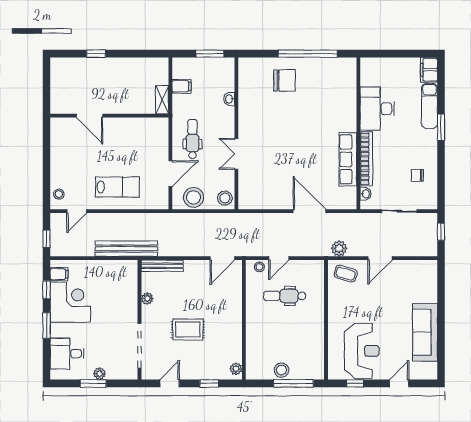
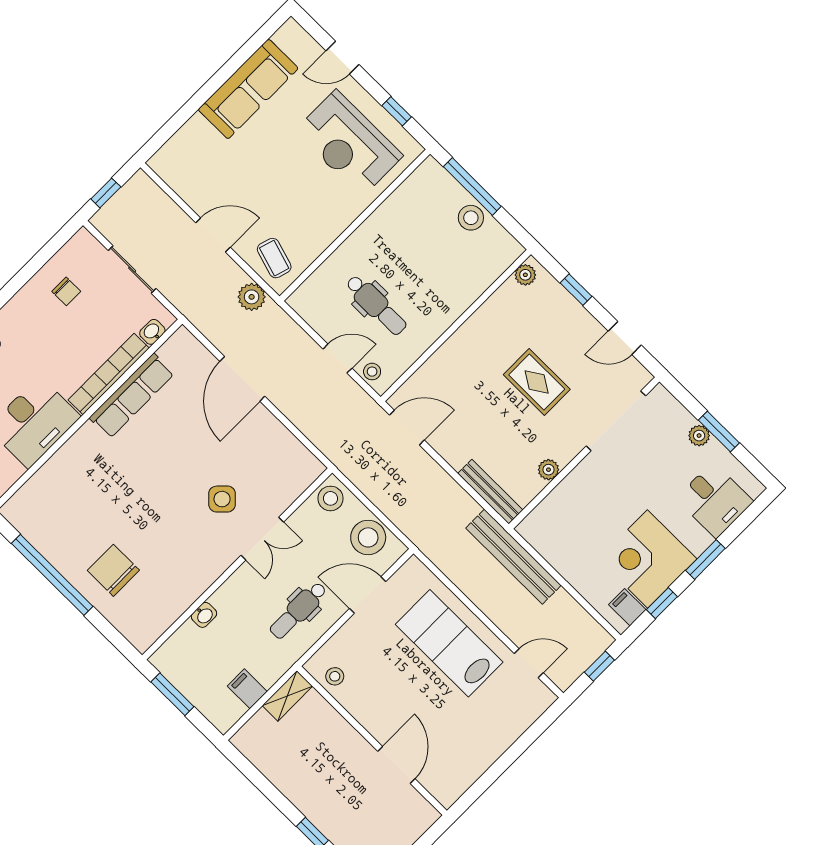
side table: (269, 154) -> (222, 499), added
lab bench: (117, 187) -> (449, 643), width x1.36, depth x1.39
stool: (59, 194) -> (335, 676), moved
reception desk: (362, 351) -> (349, 143), turned -90

